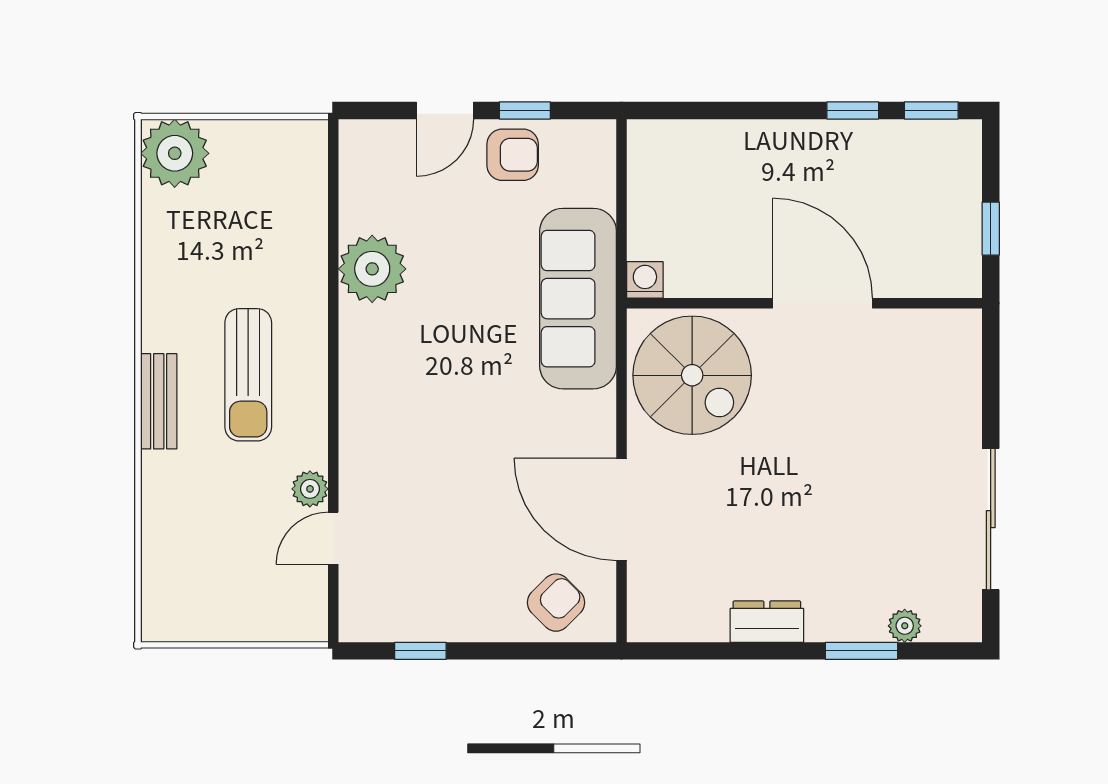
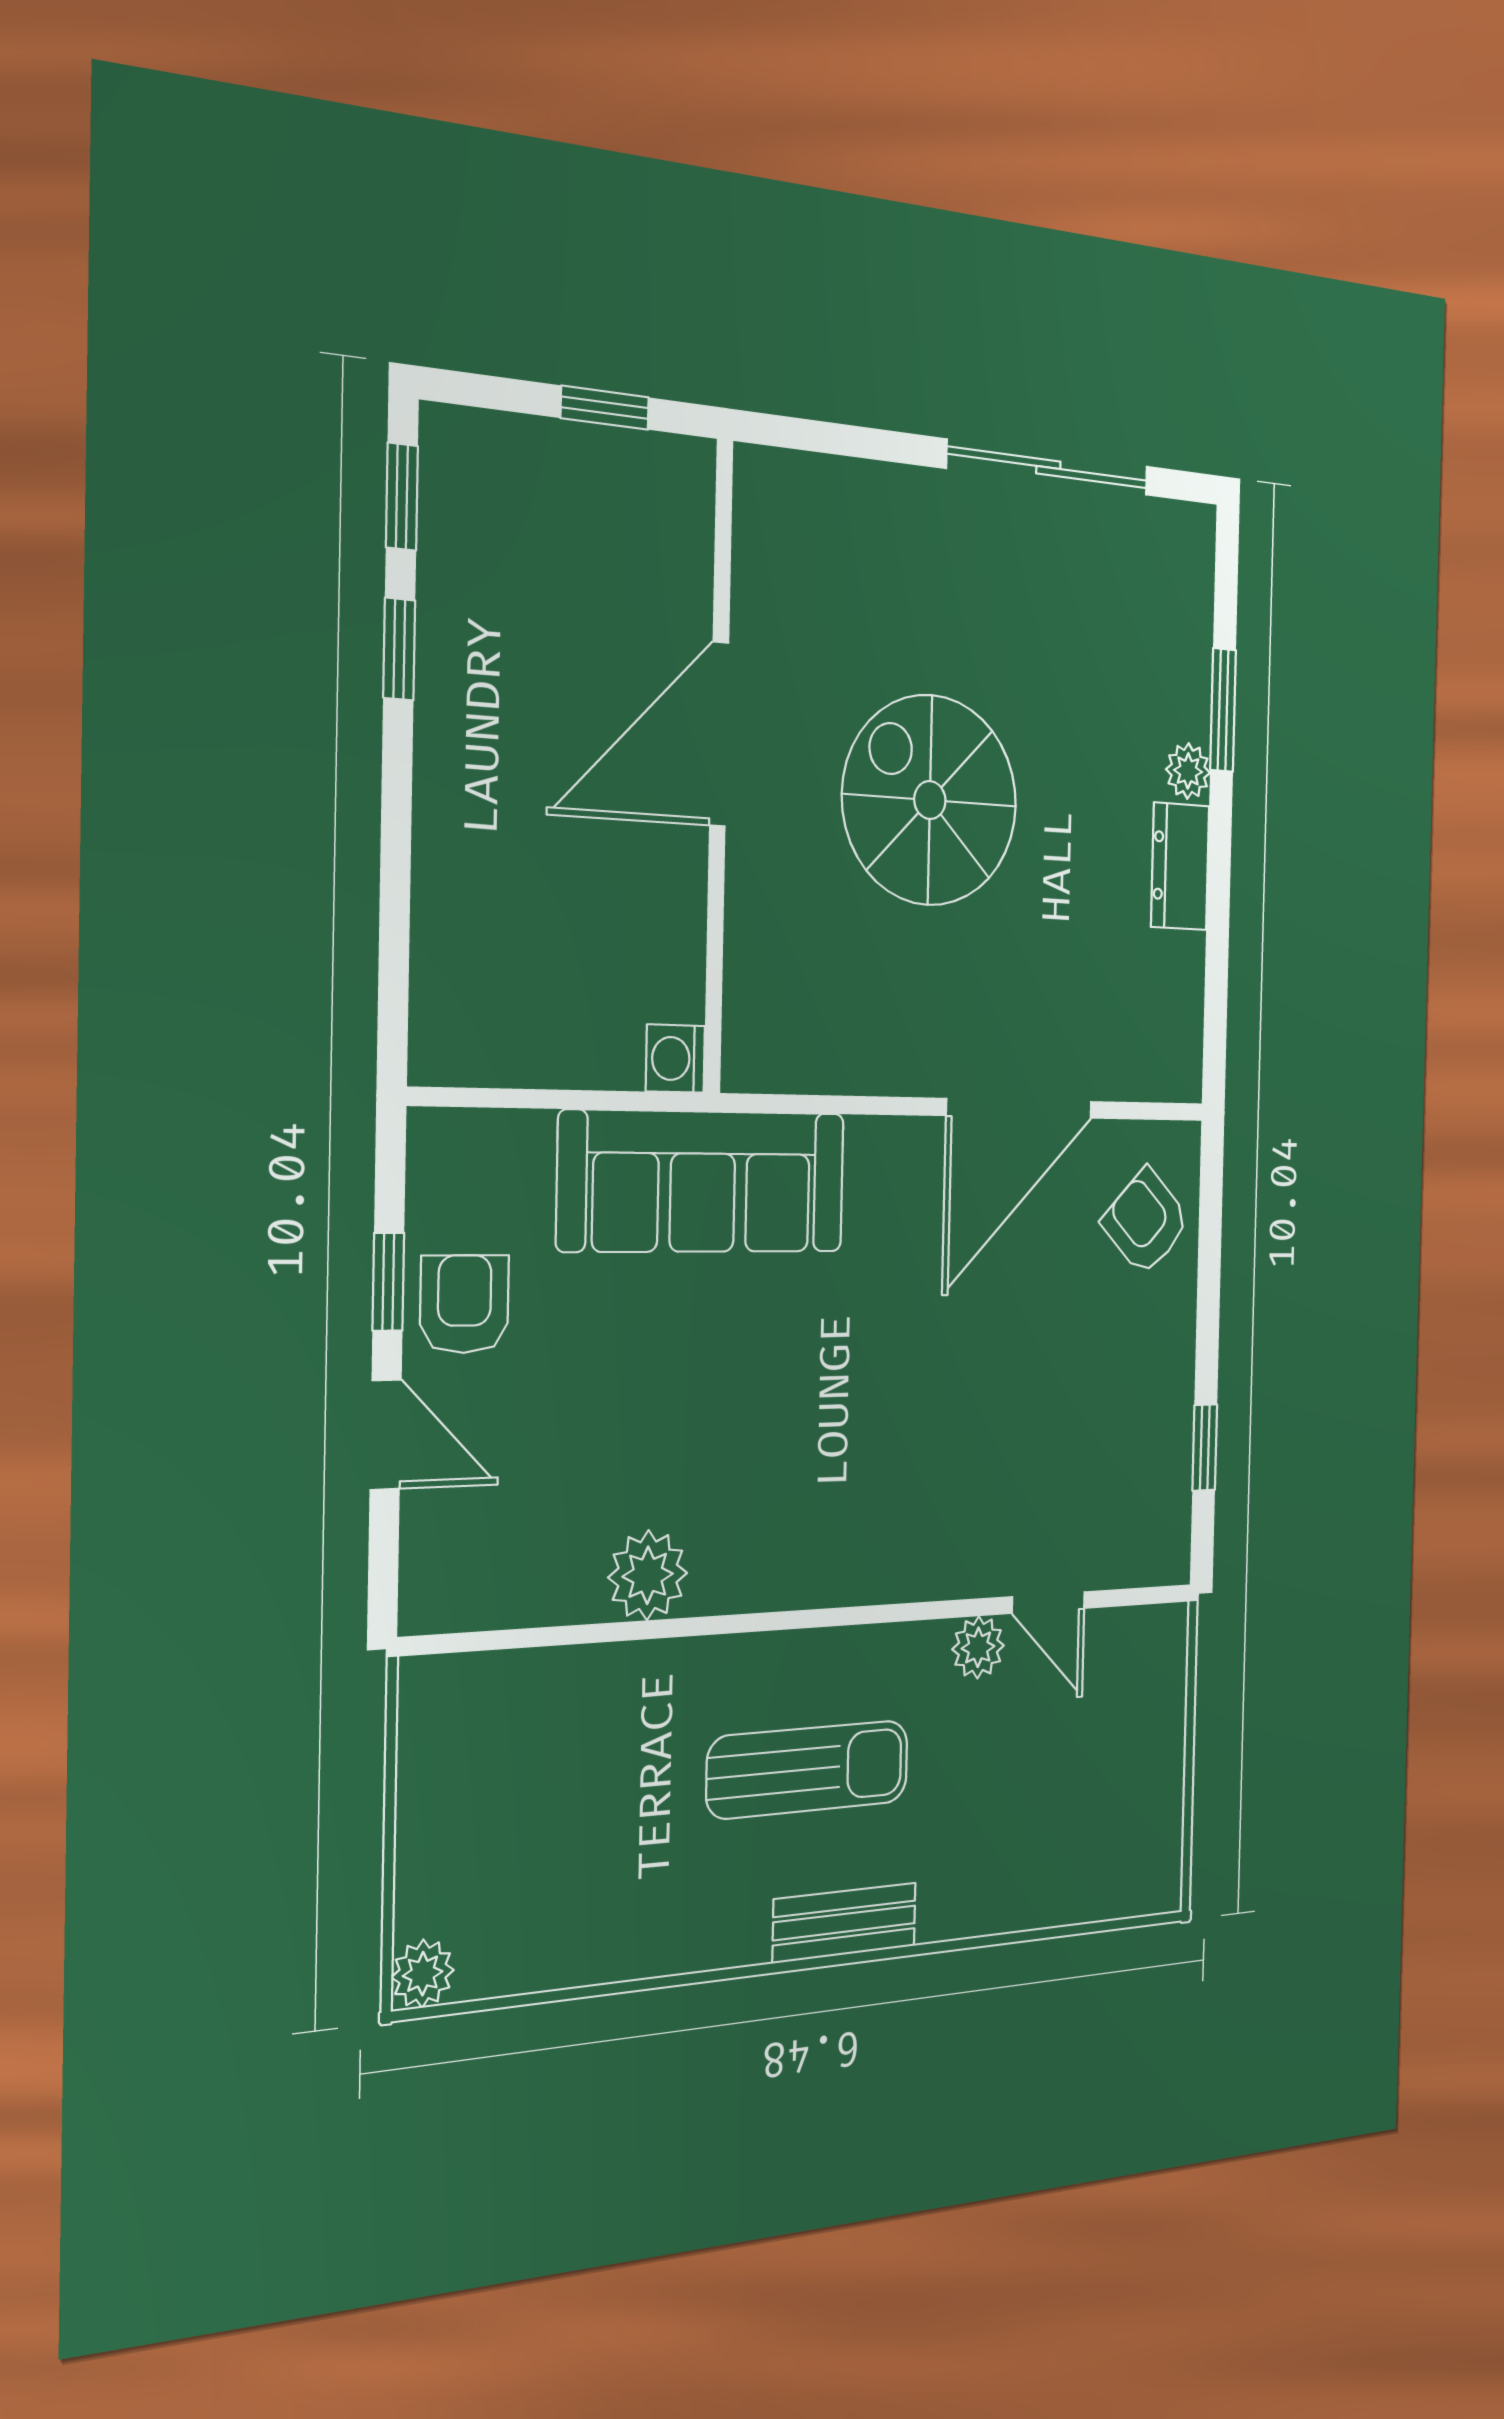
plant: (175, 153) -> (423, 1974), width x0.53, depth x0.53
plant: (372, 269) -> (648, 1575), width x0.73, depth x0.73
spiral stairs: (692, 375) -> (930, 800), moved, turned -90
plant: (905, 626) -> (1188, 771), moved

